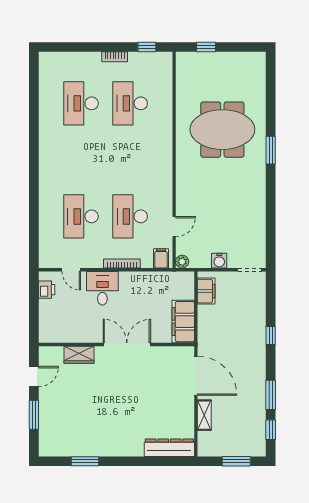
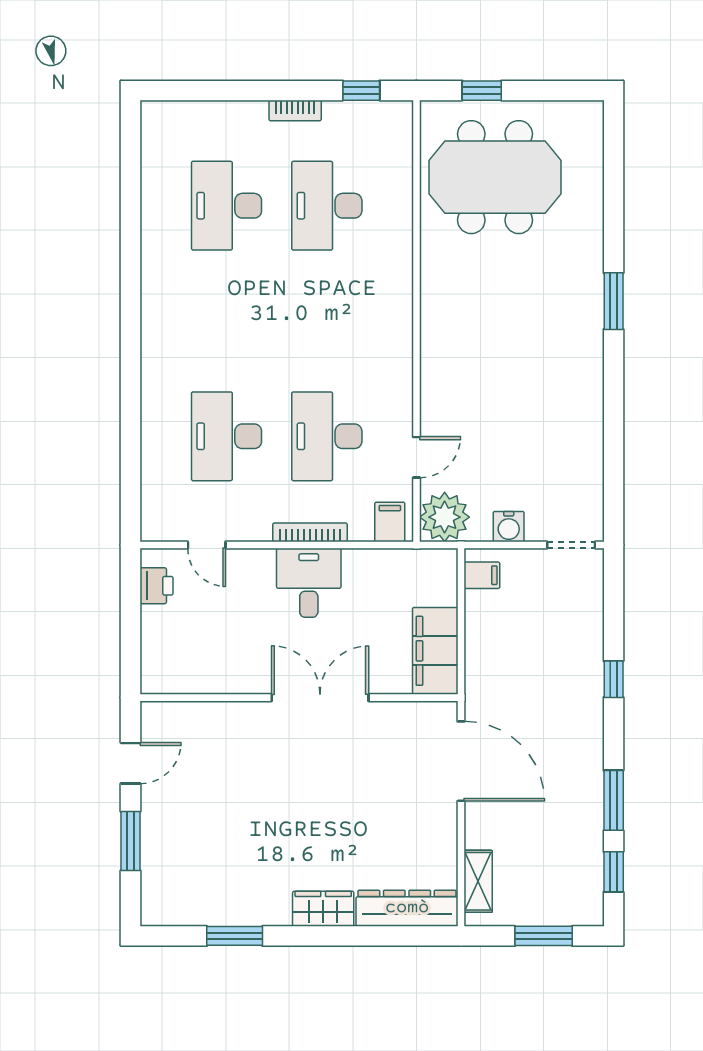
meeting table: (222, 130) -> (495, 177), moved
plant: (182, 262) -> (445, 517), width x1.88, depth x1.88
desk: (102, 288) -> (309, 583), moved
filing cabinet: (206, 291) -> (482, 575), width x0.50
wardrobe: (79, 355) -> (323, 909), moved, turned 180
shelving: (204, 415) -> (478, 881), moved

